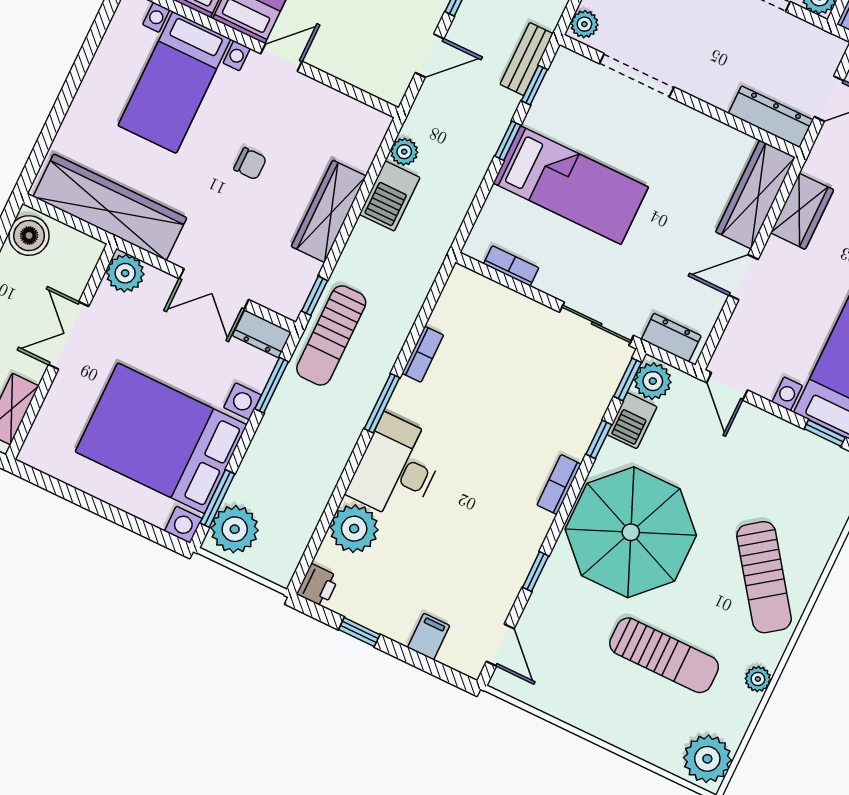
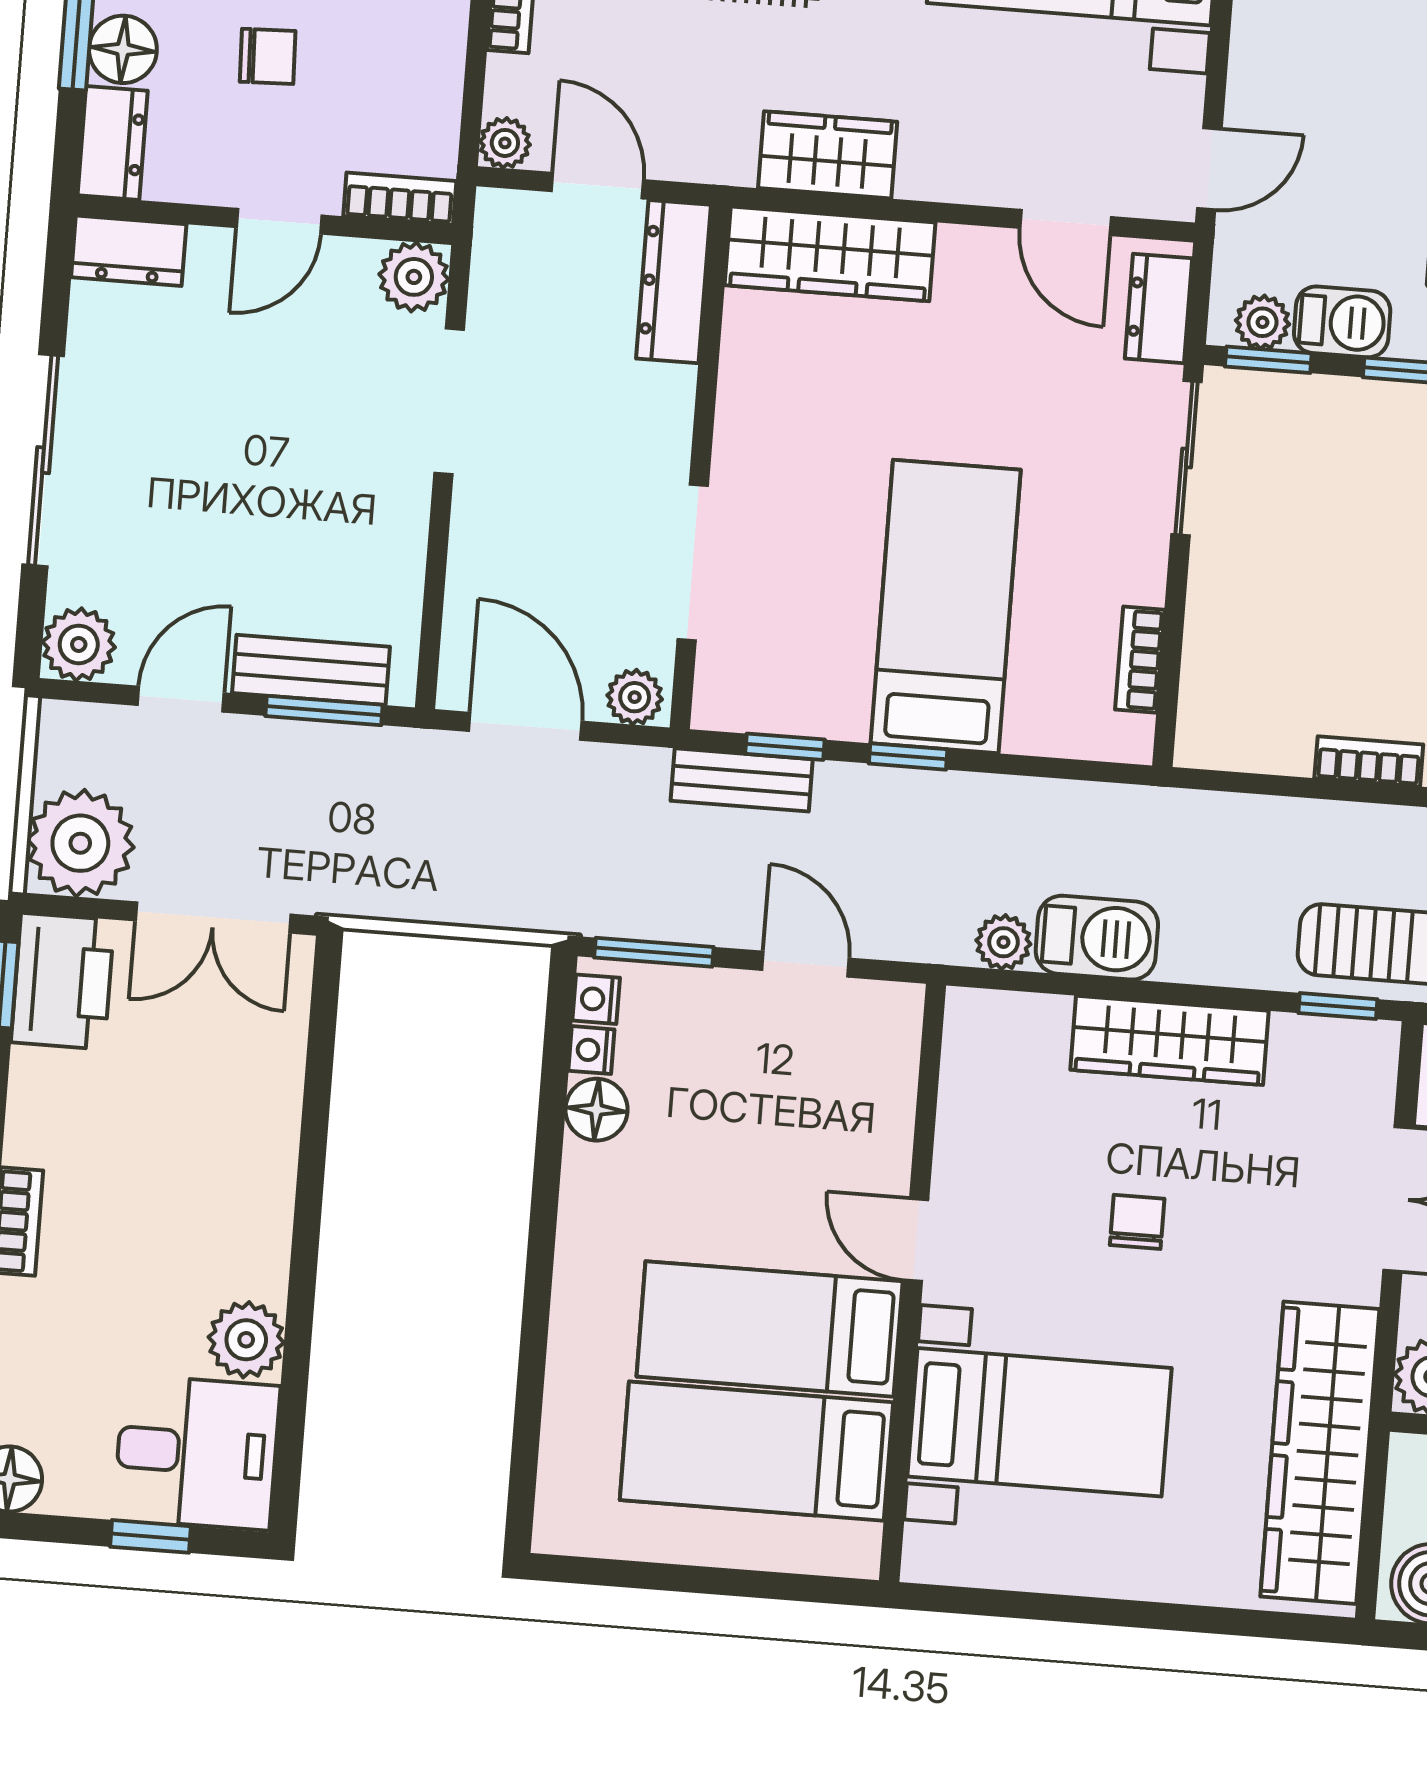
door: (743, 277) -> (1066, 222), moved
plant: (653, 381) -> (1262, 322), width x0.73, depth x0.73

